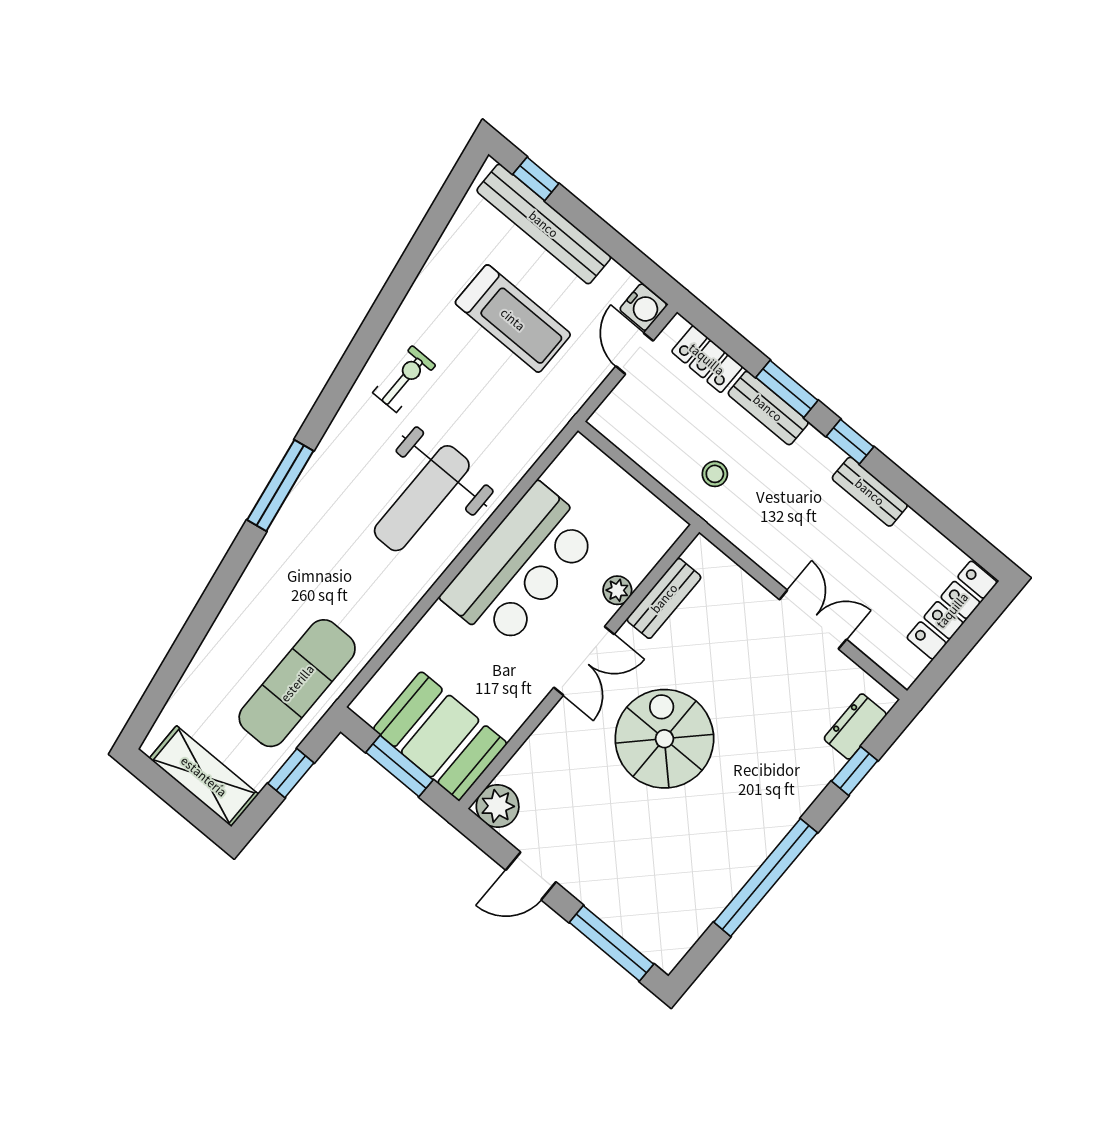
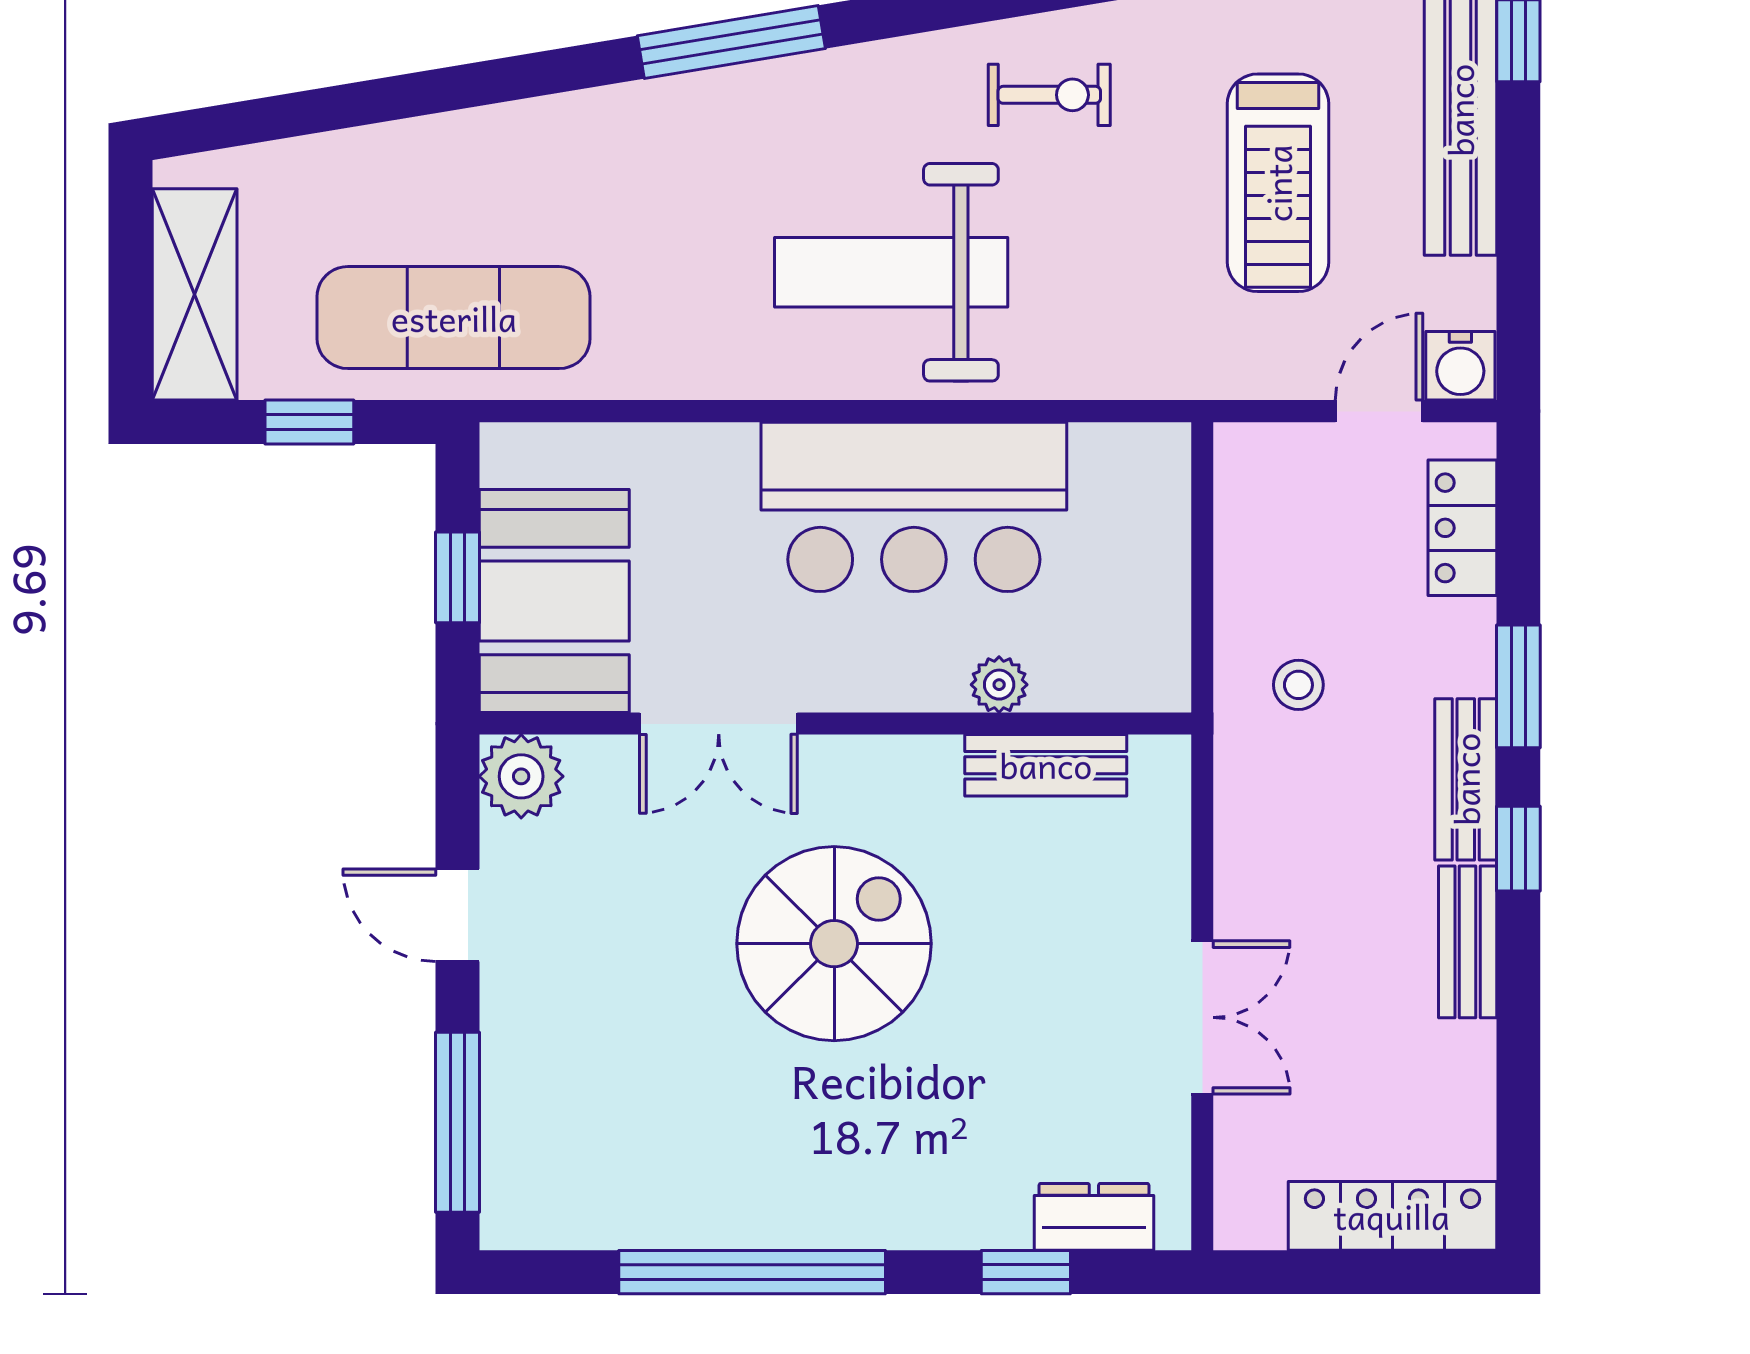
bench: (768, 408) -> (1466, 779), moved
double door: (584, 661) -> (719, 724), moved
window: (399, 766) -> (457, 577), width x0.67

